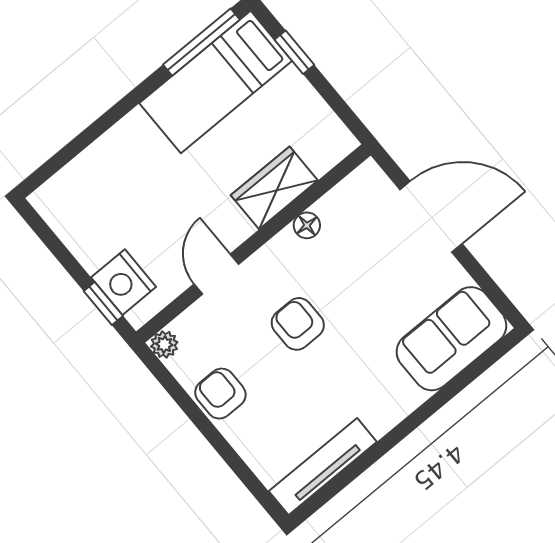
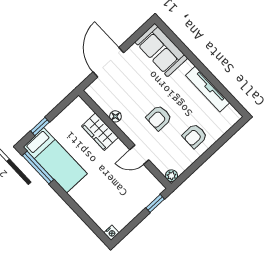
nightstand: (124, 282) -> (111, 233), moved, width x0.53, depth x0.56
armchair: (220, 394) -> (195, 136), moved
tv unit: (323, 467) -> (208, 89), moved

